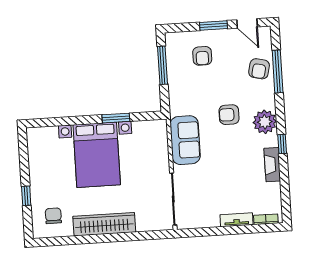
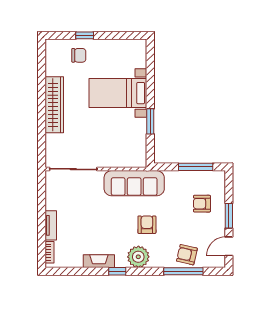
sofa: (185, 140) -> (134, 183), width x1.36
bed with nightstands: (97, 155) -> (118, 93), width x0.73
chair: (53, 216) -> (79, 55), moved

